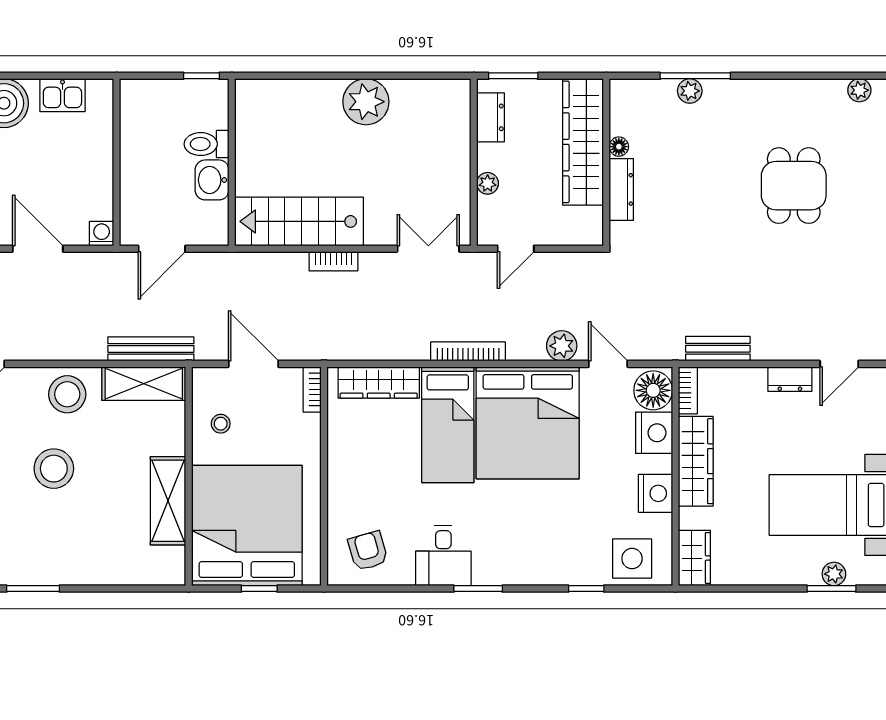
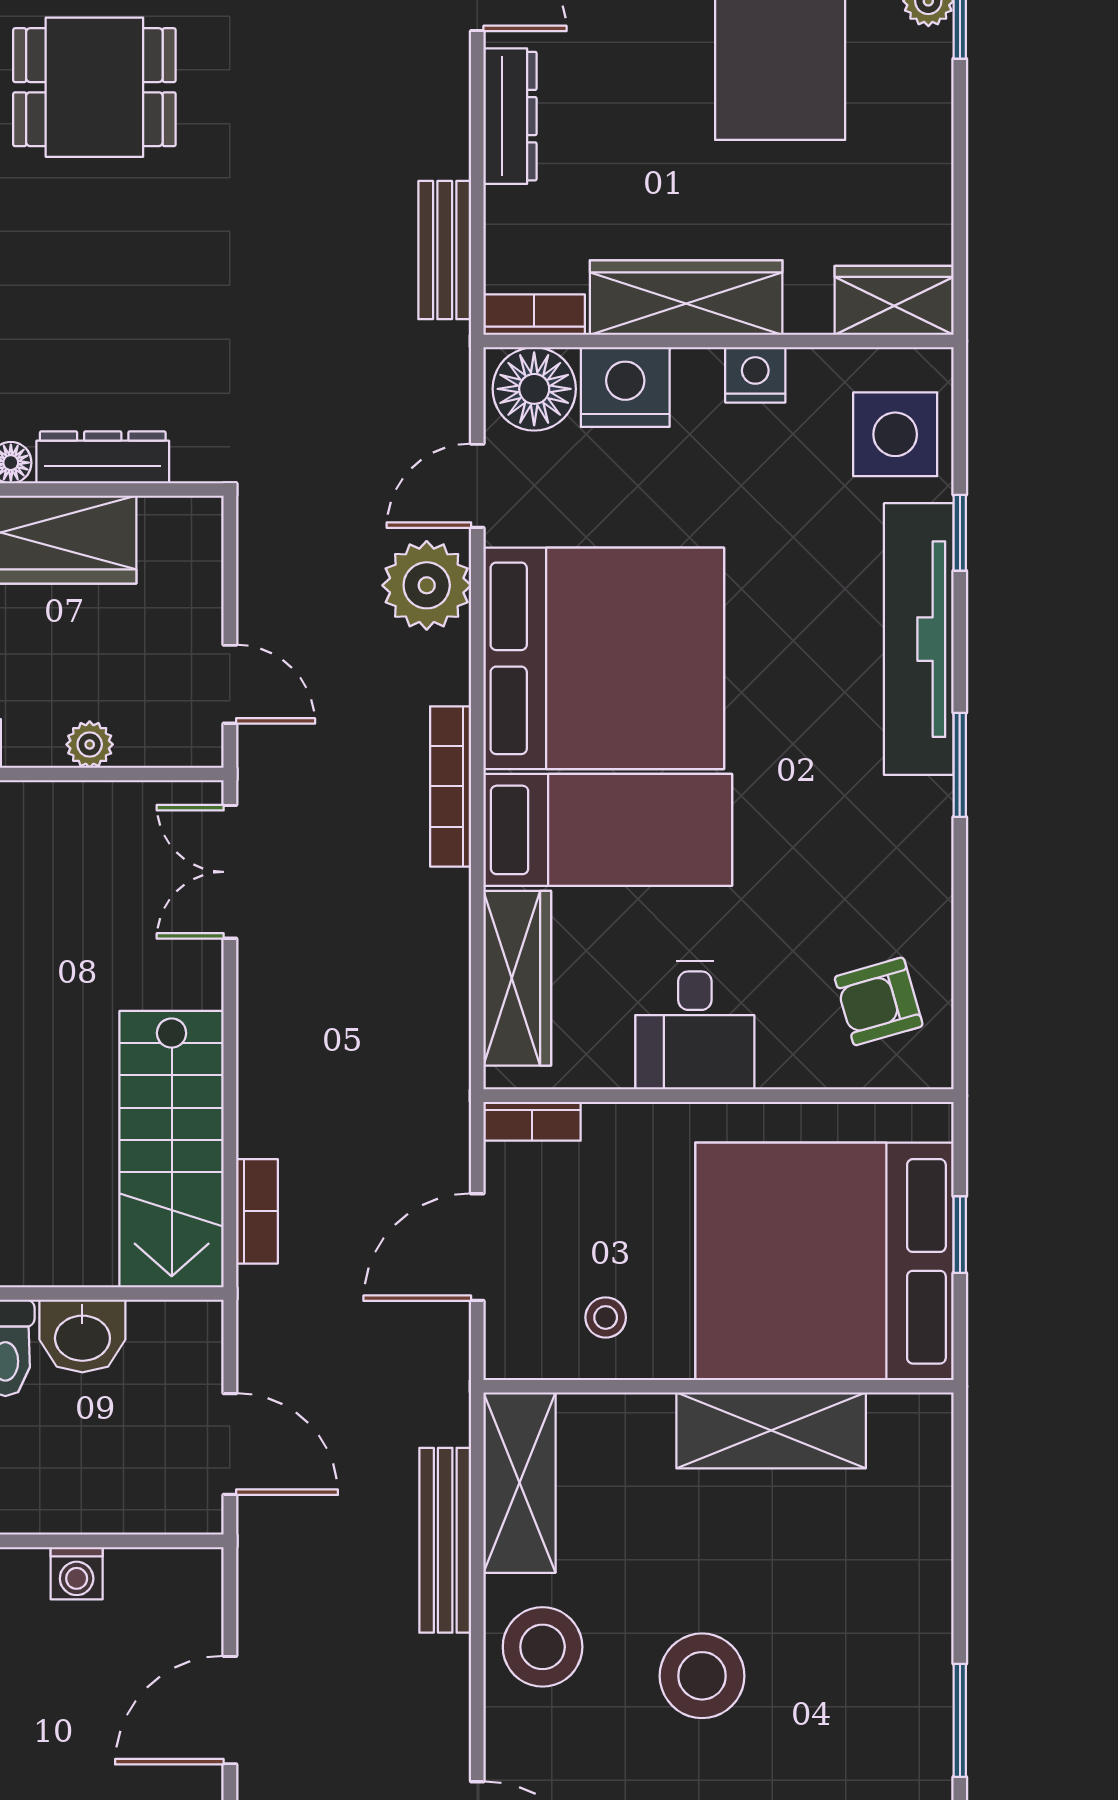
washing machine: (102, 234) -> (77, 1573), moved, turned -90
bookcase: (333, 261) -> (257, 1211), moved
plant: (562, 346) -> (427, 585), width x1.36, depth x1.36
bench: (151, 349) -> (445, 1540), moved
dresser: (790, 379) -> (510, 116), width x1.44
nightstand: (656, 493) -> (755, 375), width x0.74, depth x0.75
desk: (443, 556) -> (695, 1025), moved, turned 90
tv unit: (537, 570) -> (919, 639), added

